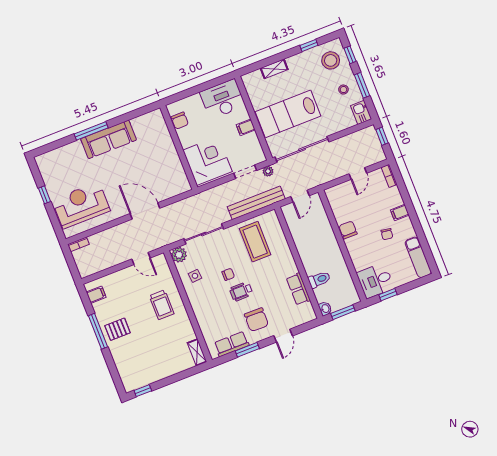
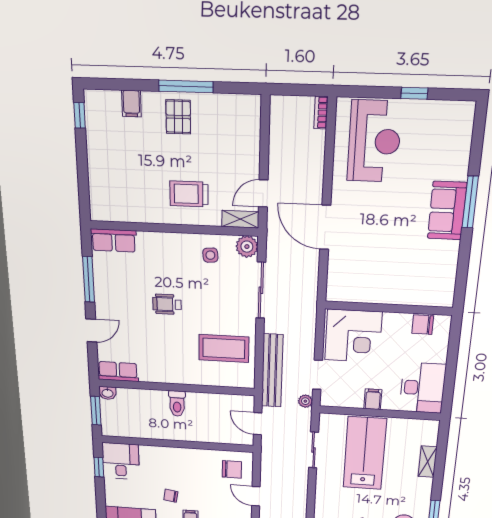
sofa: (109, 139) -> (447, 211), width x0.73
sliding door: (302, 149) -> (314, 450), width x0.54
door: (145, 211) -> (325, 227), swing flipped
chair: (348, 230) -> (232, 469), moved
chair: (228, 274) -> (195, 298), removed
toilet: (319, 279) -> (177, 403), moved
row of seats: (298, 289) -> (118, 372), moved
wheelchair: (241, 291) -> (167, 304), turned -90
filing cabinet: (96, 295) -> (131, 104), moved
chair: (256, 320) -> (123, 307), removed
door: (283, 336) -> (91, 330), swing flipped
row of seats: (232, 344) -> (114, 240), moved, turned 90
window: (247, 350) -> (89, 279), width x1.44
shelving: (197, 352) -> (240, 219), moved

